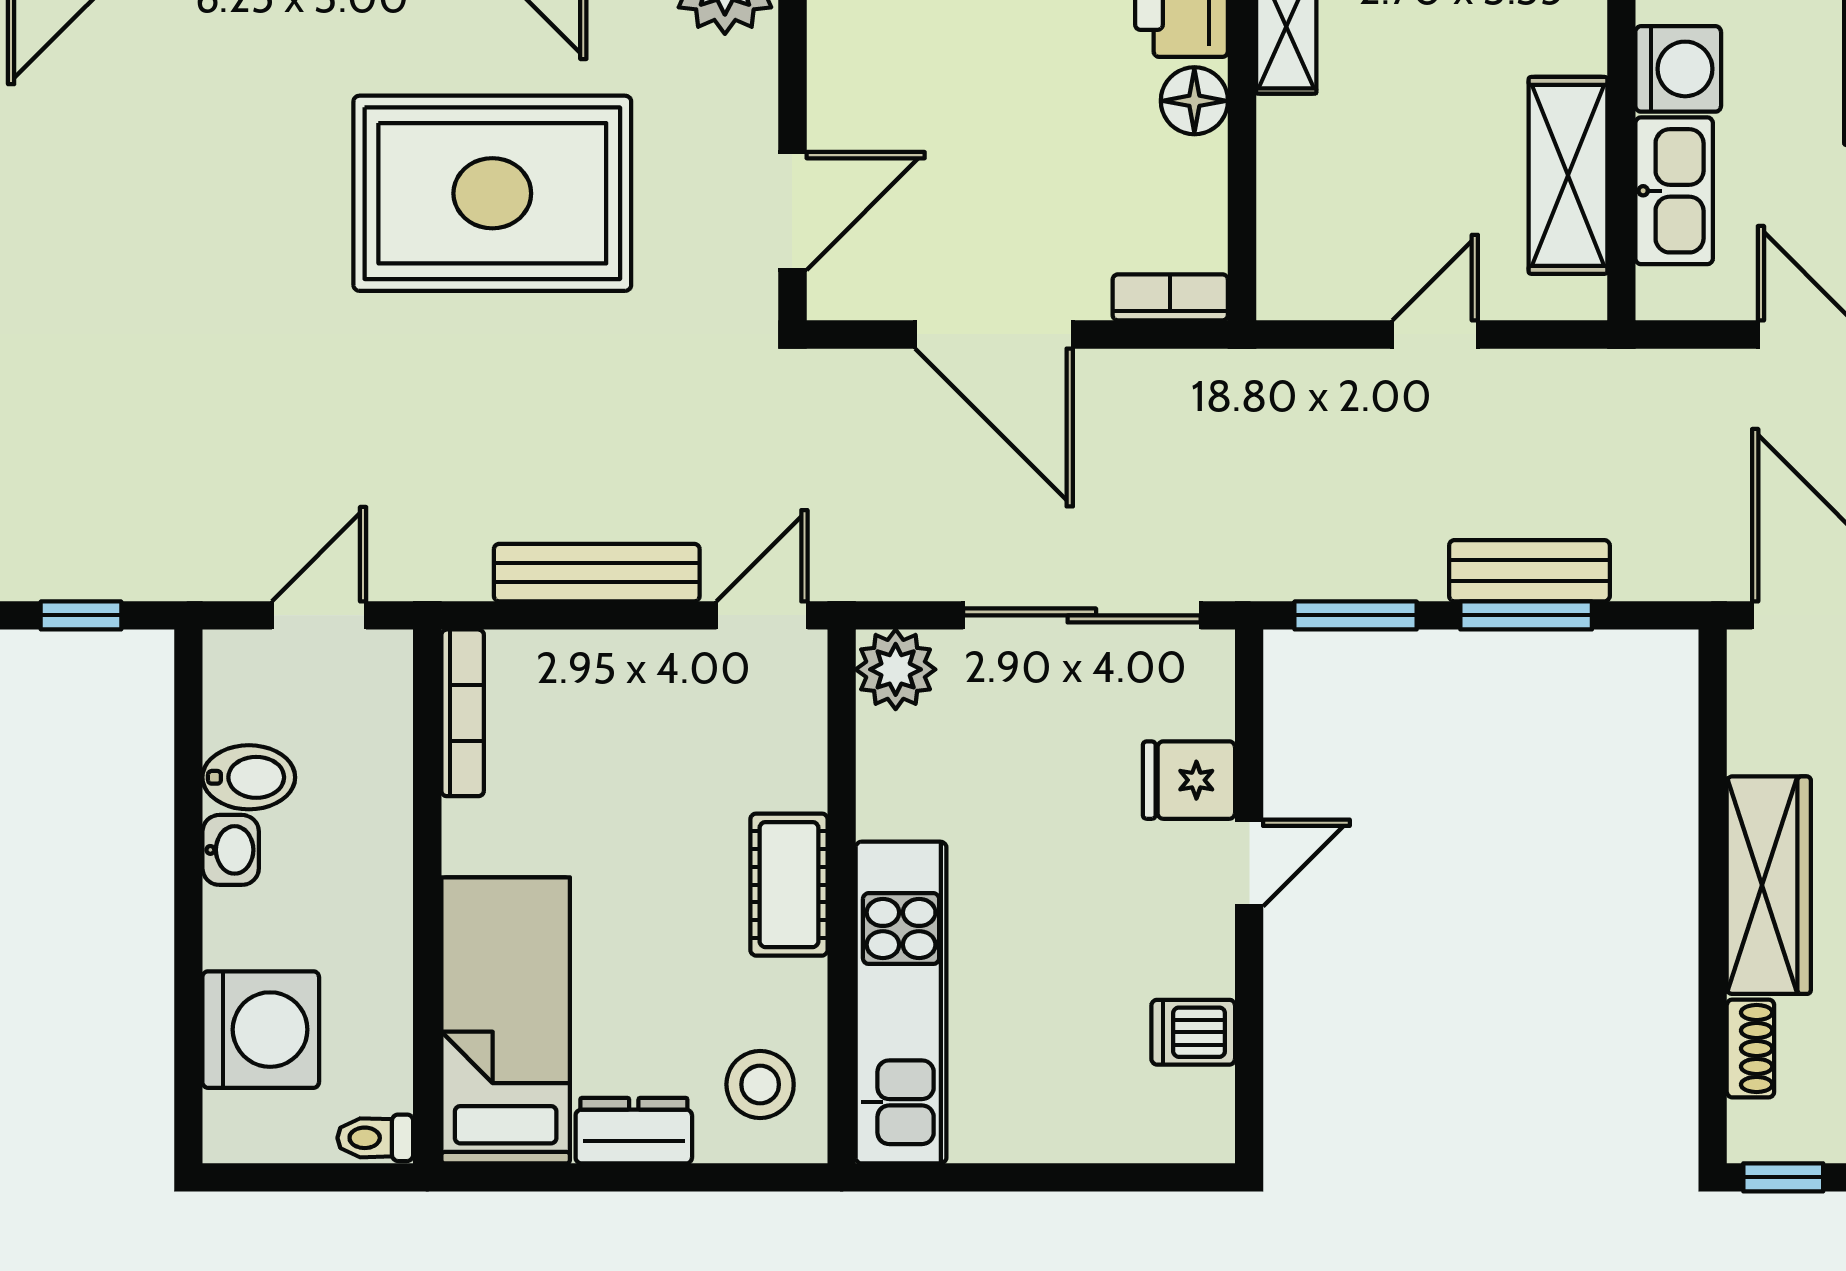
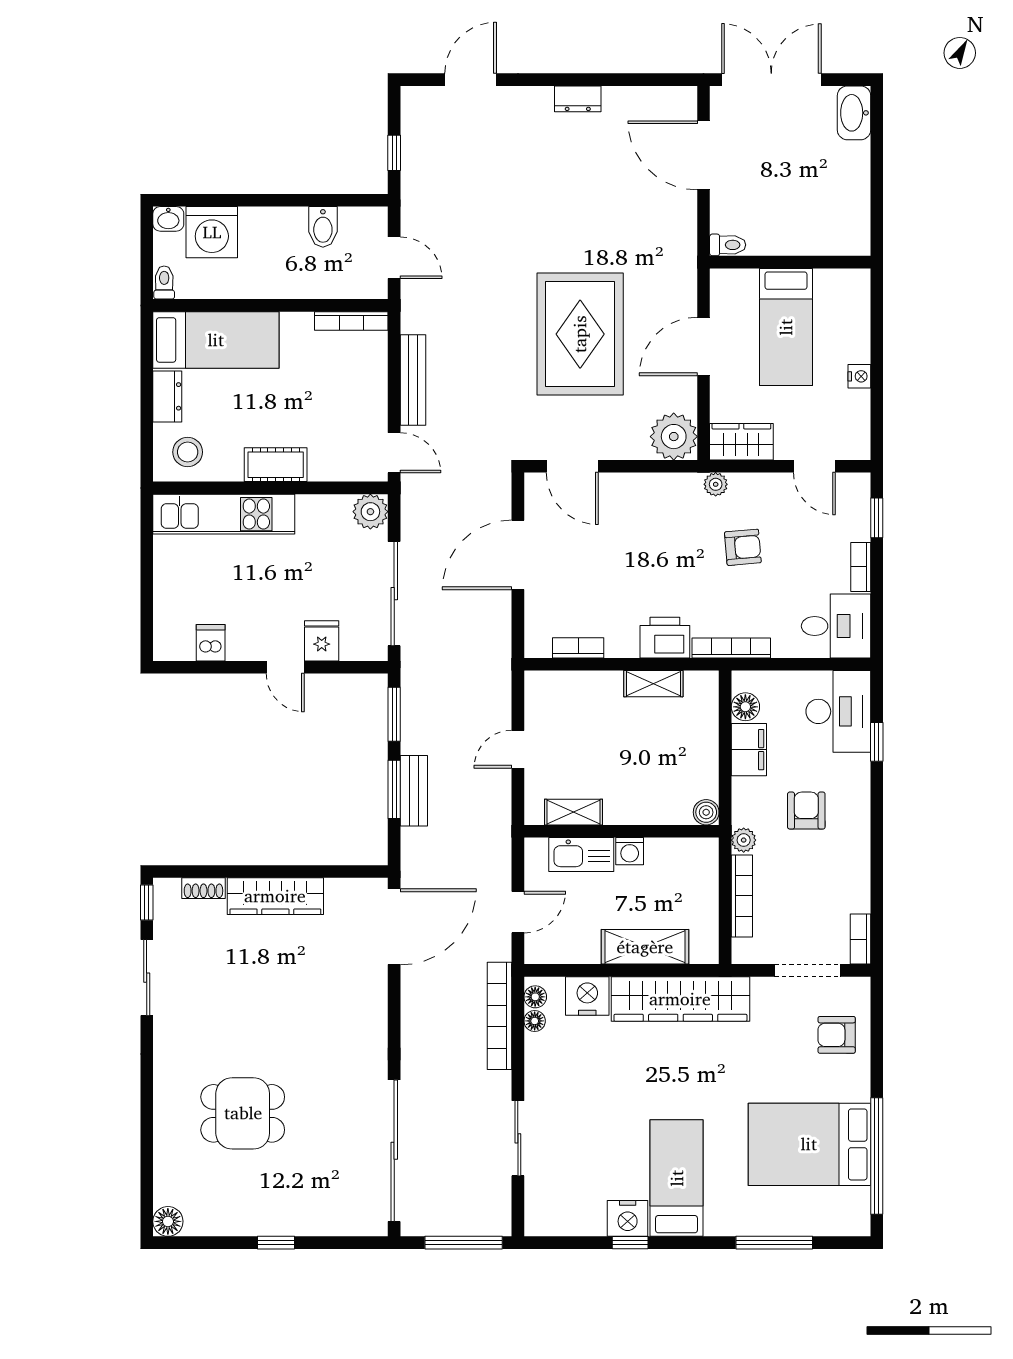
washing machine: (1678, 69) -> (630, 851), width x0.73, depth x0.73
floor lamp: (1194, 101) -> (621, 643), removed
shelving: (1568, 175) -> (574, 812), width x0.67, depth x0.75
bookcase: (1170, 297) -> (578, 648), moved, turned -90
door: (1435, 334) -> (518, 749), swing flipped
washbasin: (231, 850) -> (168, 219), moved

